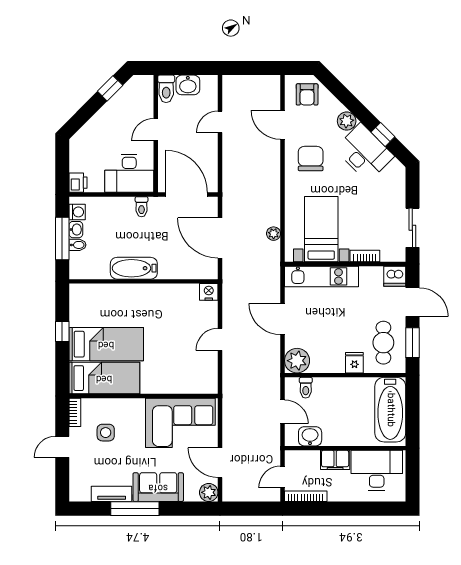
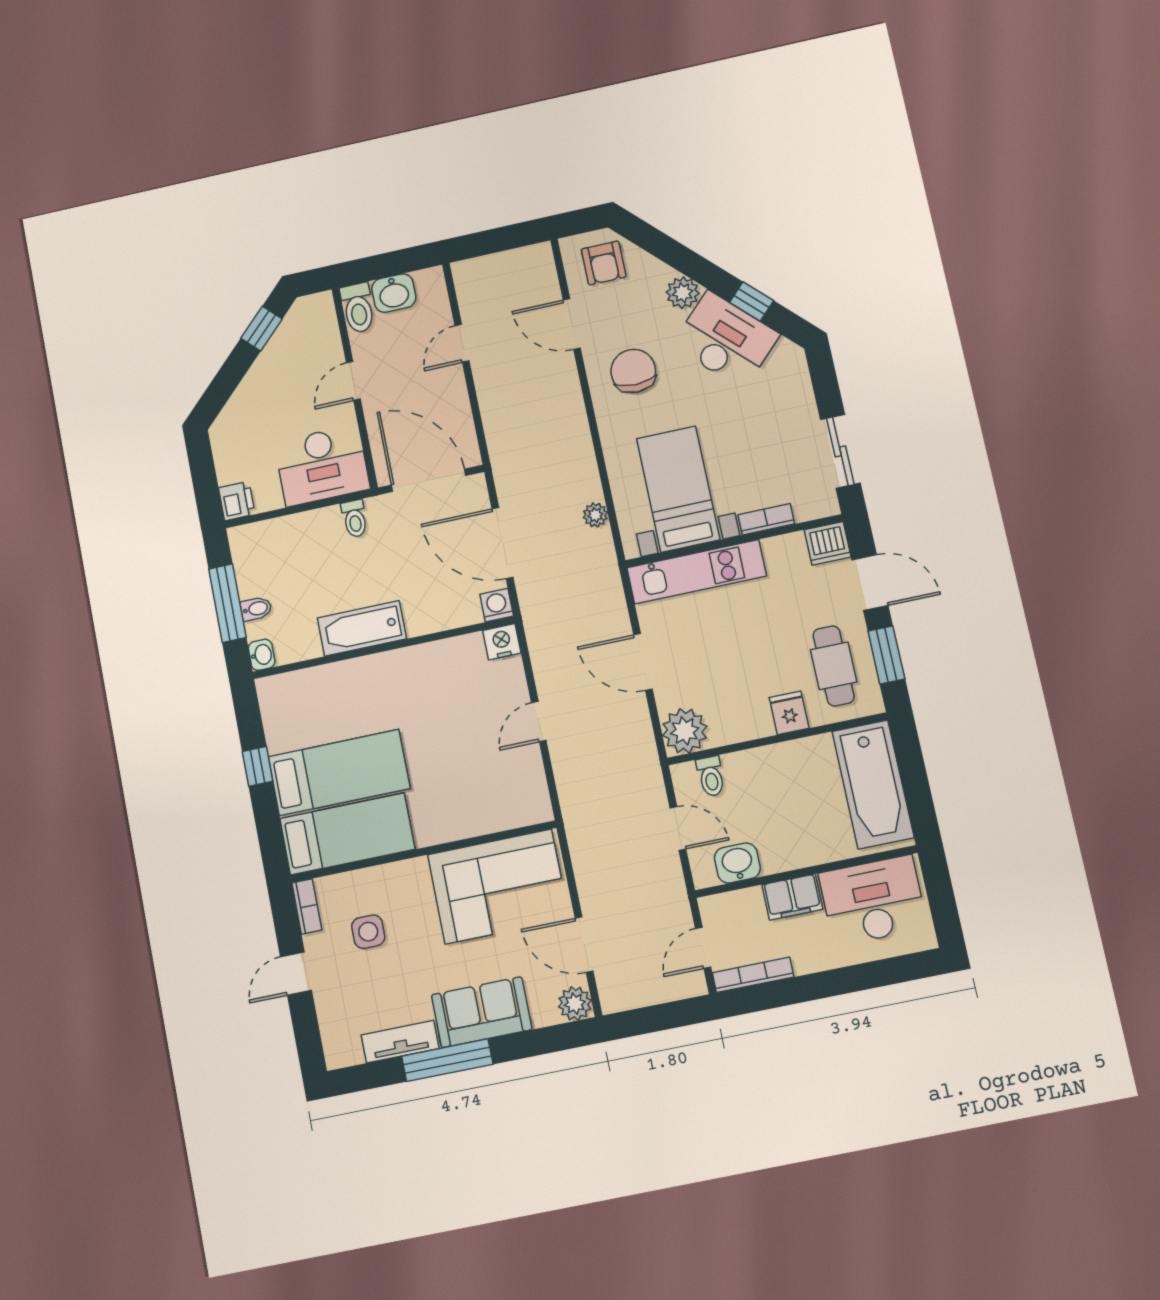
washing machine: (77, 212) -> (497, 605), moved, turned -90
washbasin: (76, 230) -> (262, 655), moved

